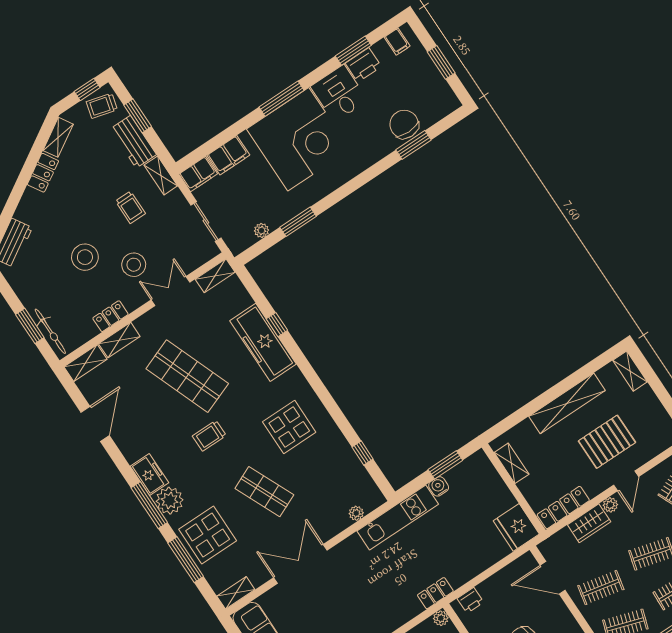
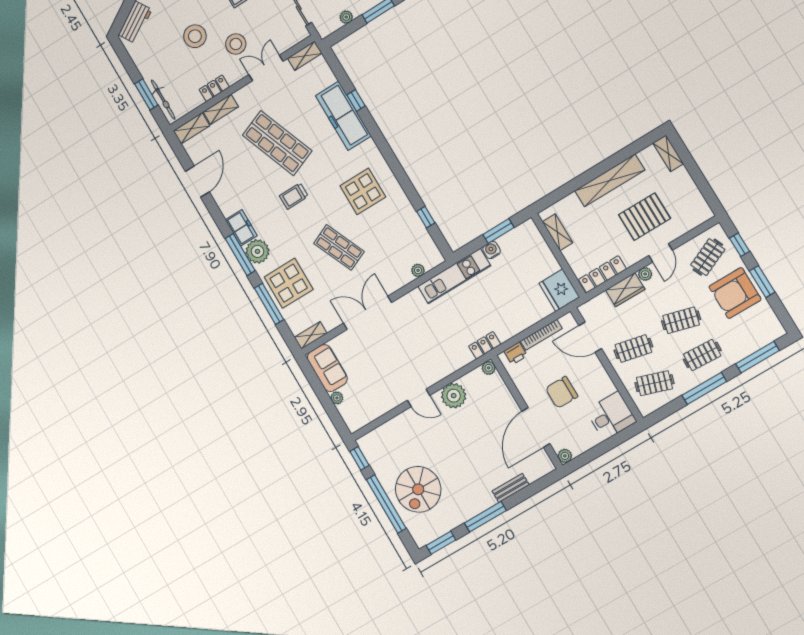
bookcase: (498, 578) -> (541, 335), added

